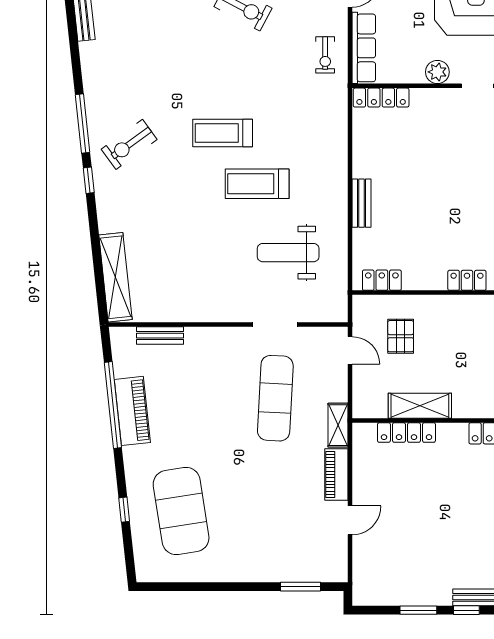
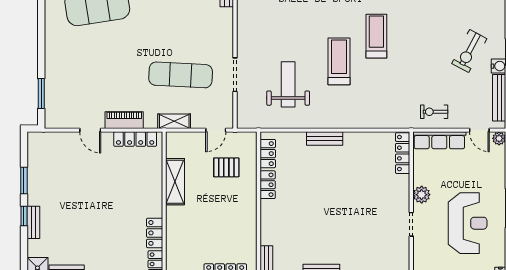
locker: (467, 280) -> (268, 185), moved
shelving: (338, 425) -> (174, 121), moved
locker: (406, 433) -> (135, 139), moved, turned -90

